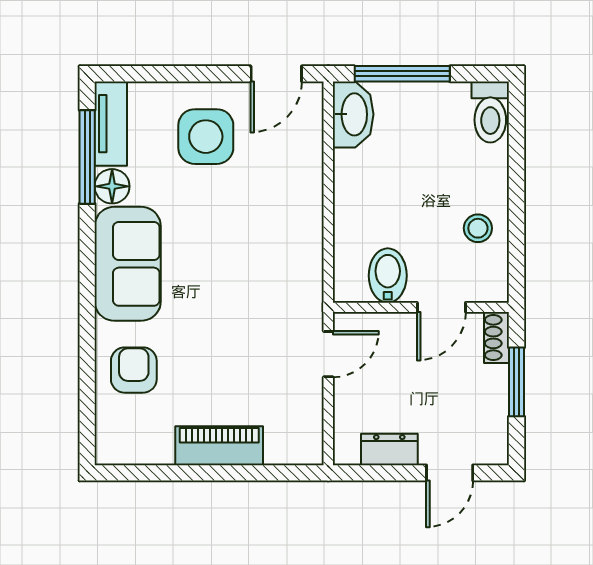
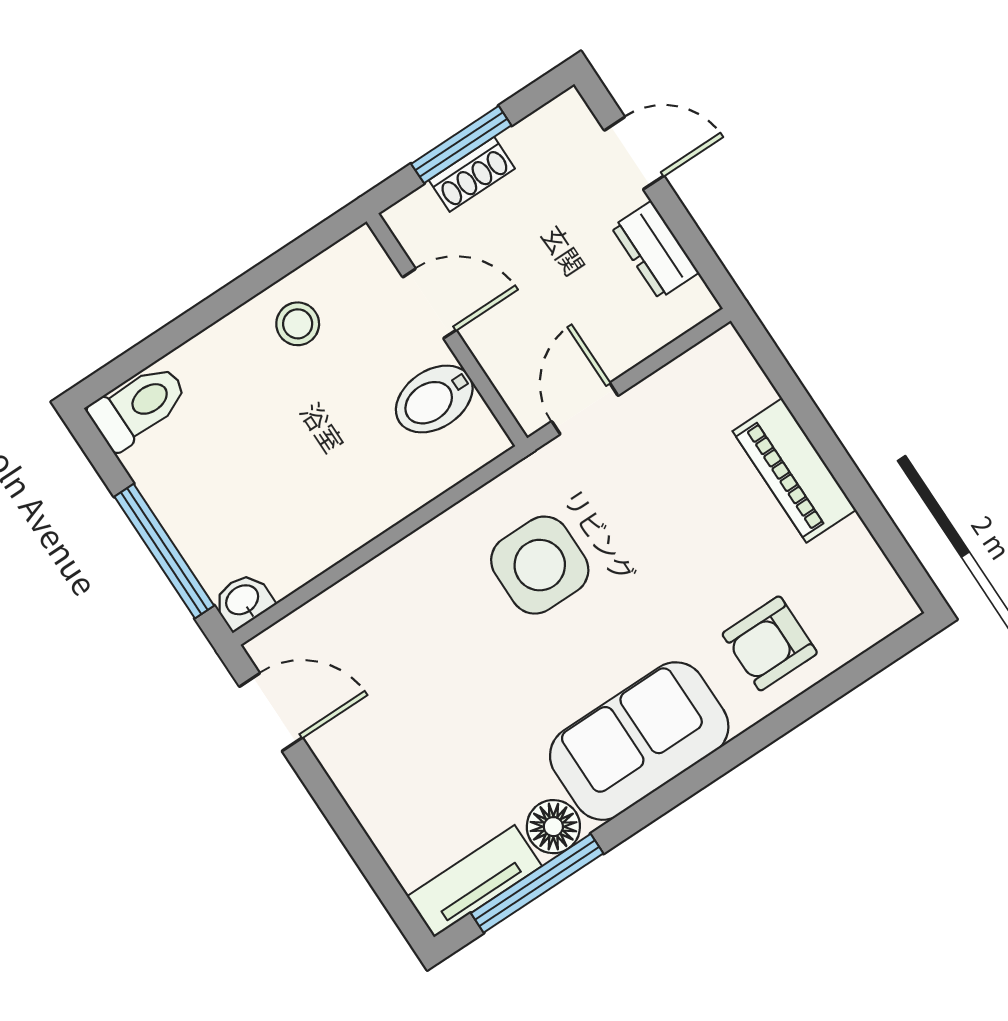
washbasin: (353, 114) -> (243, 601), width x0.52, depth x0.69
side table: (206, 137) -> (540, 565), moved
shoe rack: (497, 338) -> (472, 174), moved
door: (328, 354) -> (585, 409), hinge flipped

